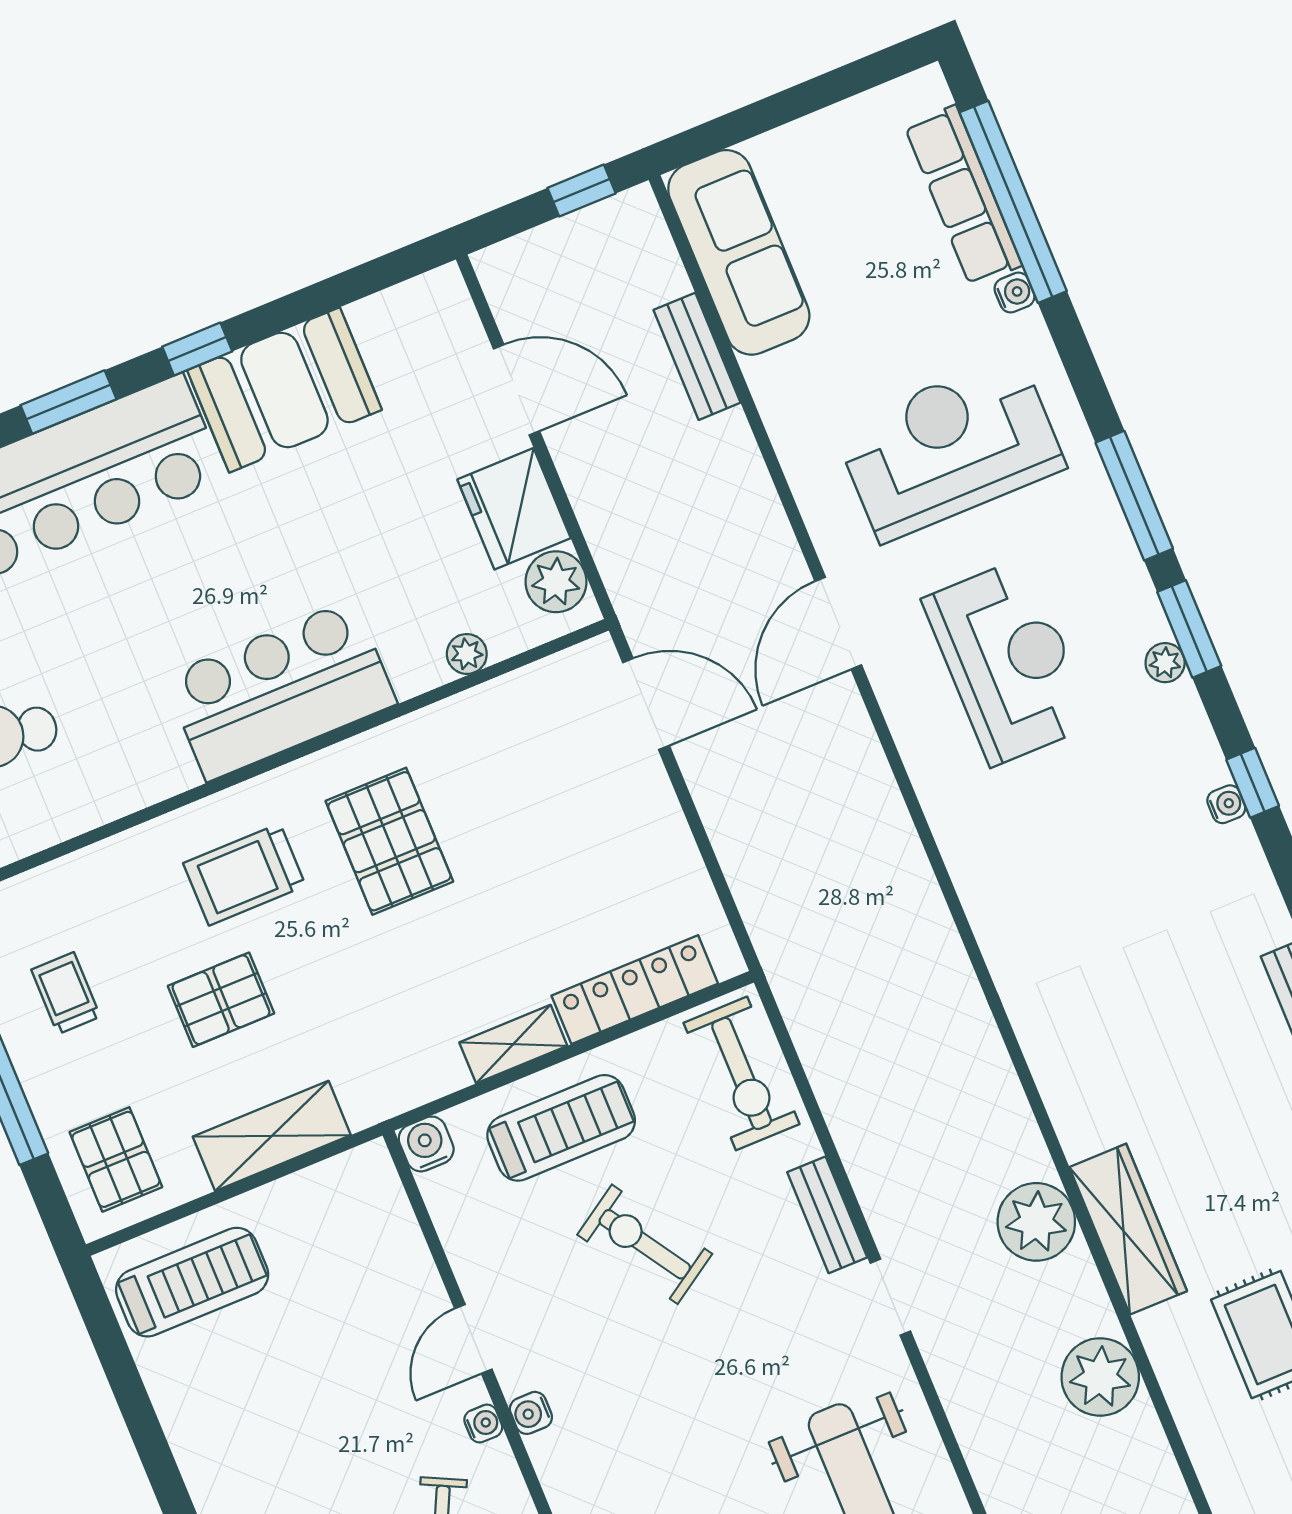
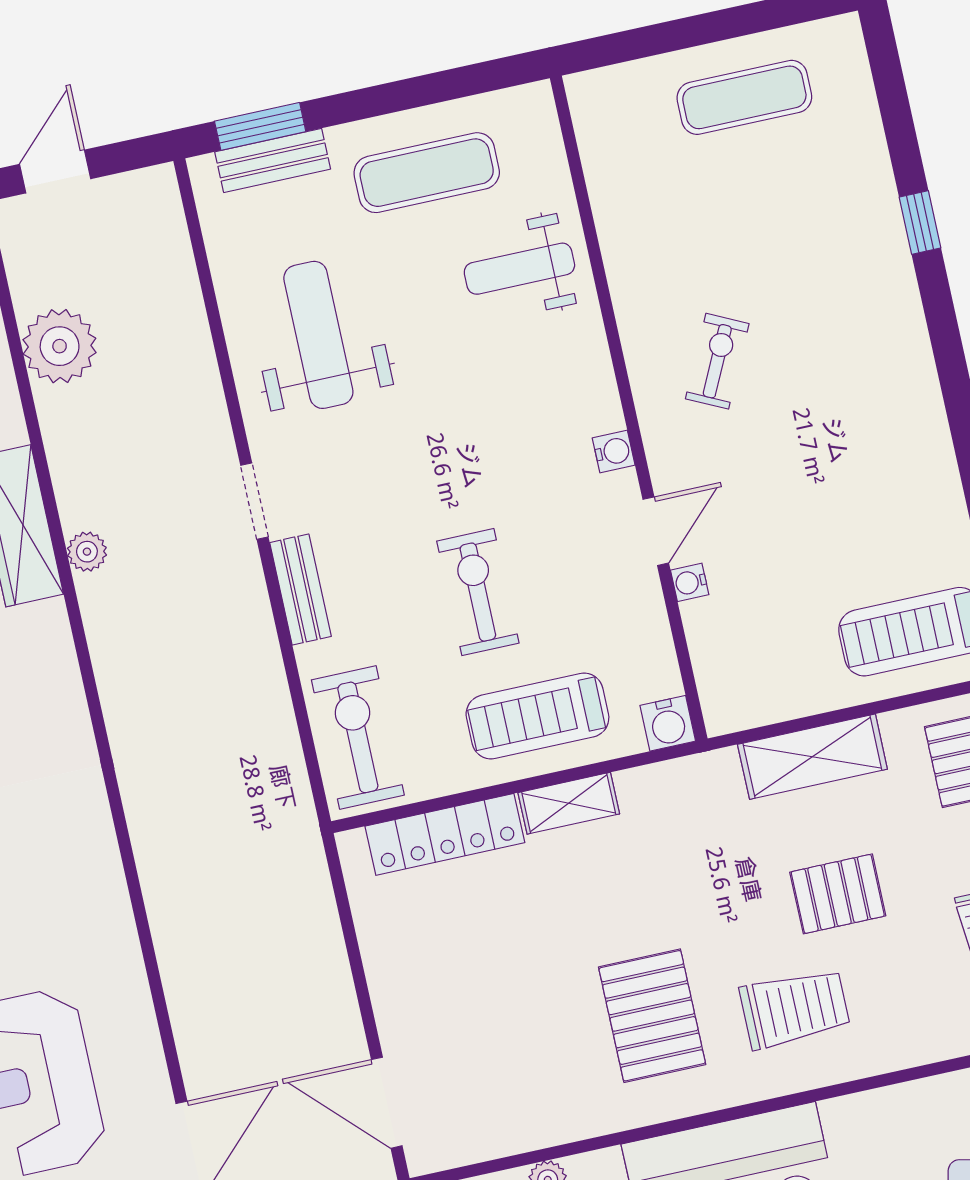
plant: (1036, 1222) -> (87, 552), width x0.53, depth x0.53
exercise bike: (645, 1244) -> (478, 592), turned -147
plant: (1100, 1377) -> (60, 346), moved
water cooler: (483, 1424) -> (690, 582), moved

